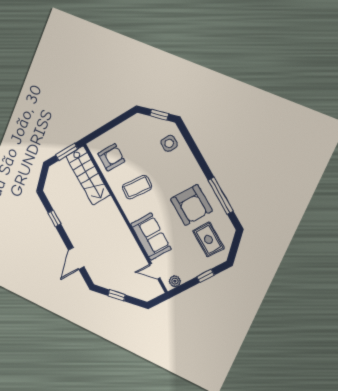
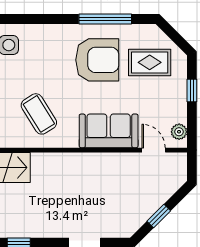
coffee table: (137, 187) -> (39, 114), turned -37
door: (155, 271) -> (154, 150), swing flipped

